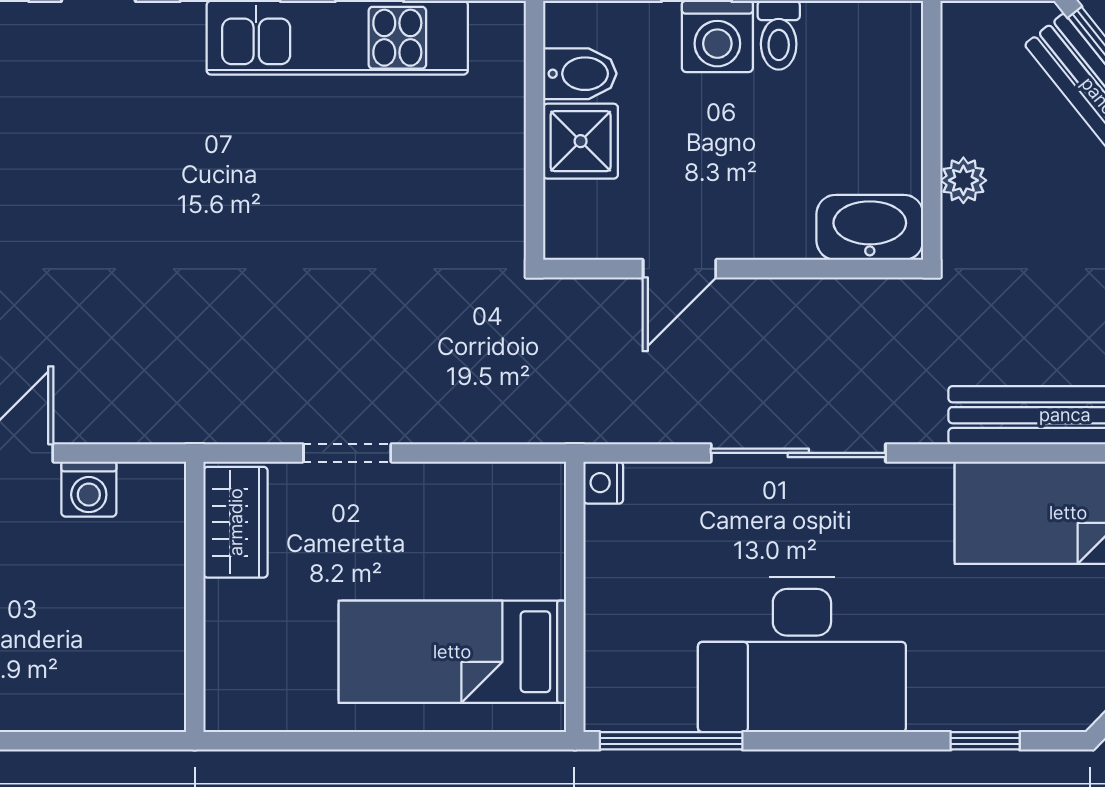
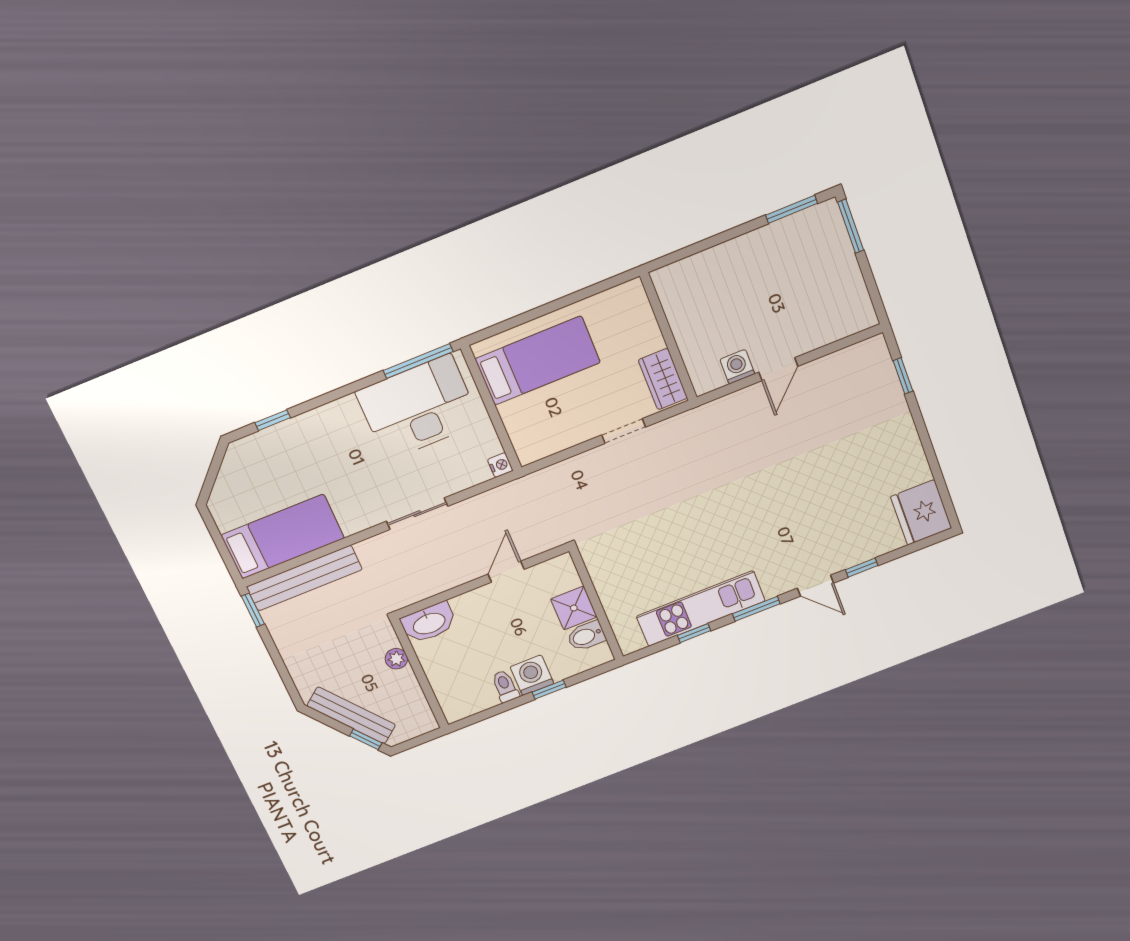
sliding door: (798, 453) -> (417, 514), width x0.73
desk: (802, 654) -> (418, 408), moved

